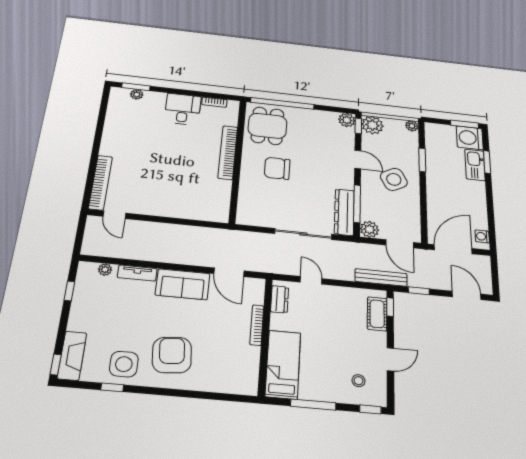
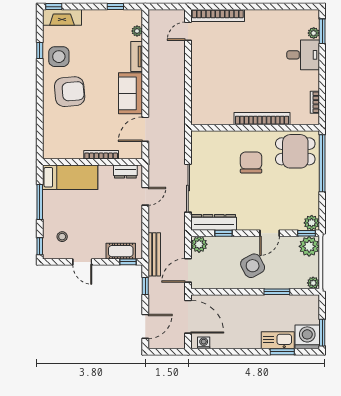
desk: (183, 109) -> (303, 55), moved
window: (357, 204) -> (223, 233), width x0.46

